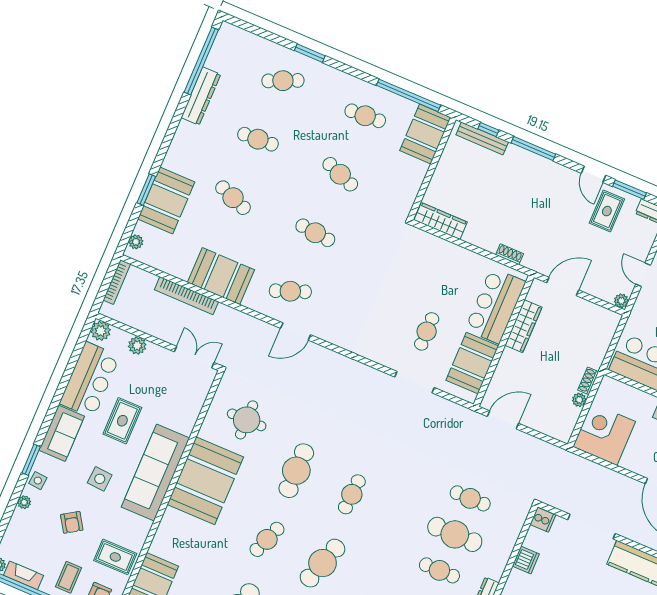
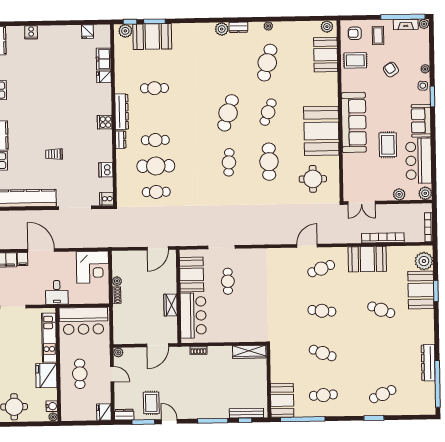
cafe table: (258, 139) -> (382, 352), removed
plant: (136, 242) -> (424, 261), width x1.88, depth x1.88
wardrobe: (523, 326) -> (171, 305), width x0.67
side table: (100, 479) -> (386, 103), removed

